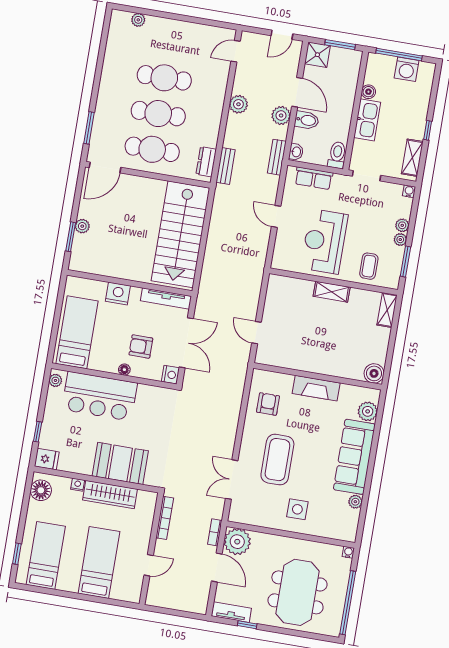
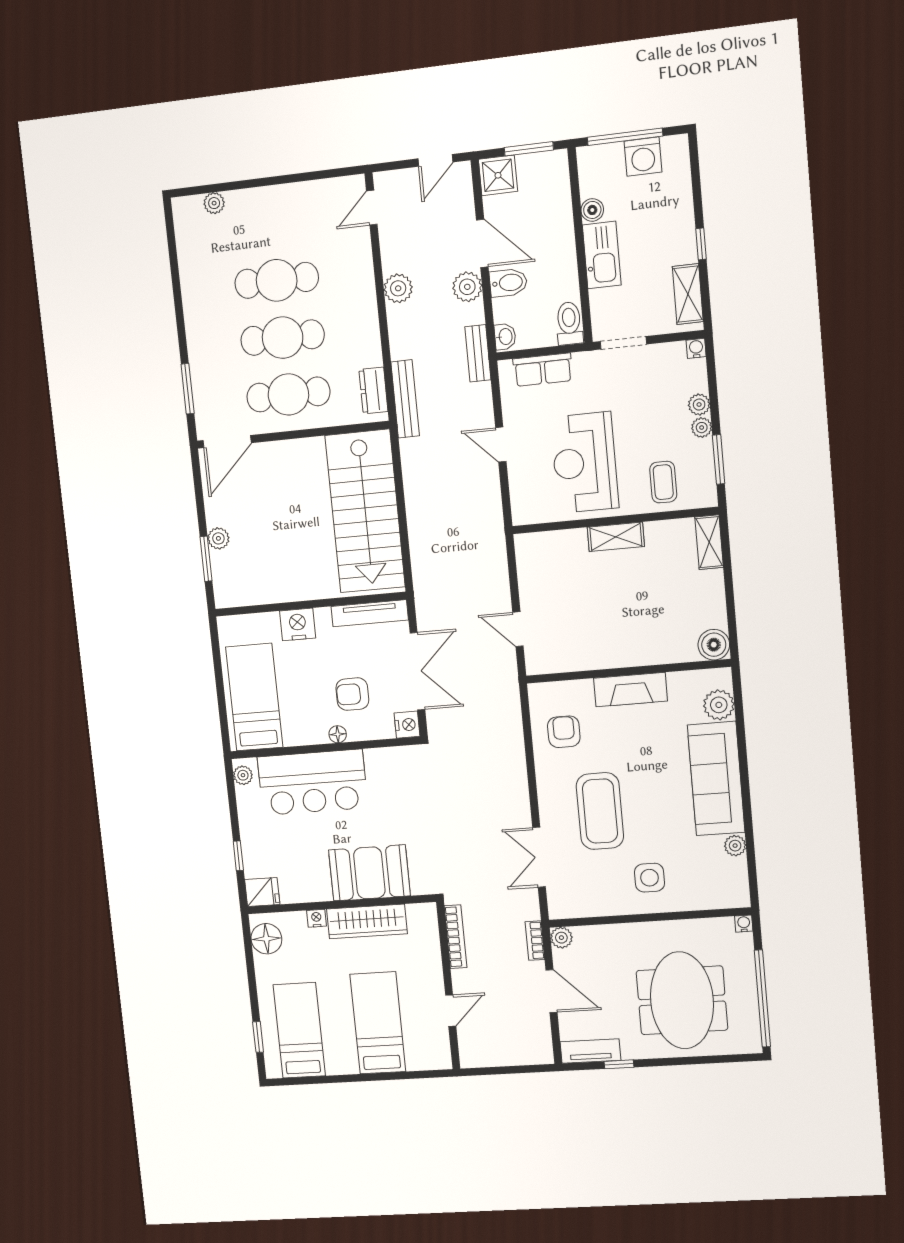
bench: (226, 166) -> (405, 399), width x1.36
plant: (237, 542) -> (561, 938), width x0.53, depth x0.53

